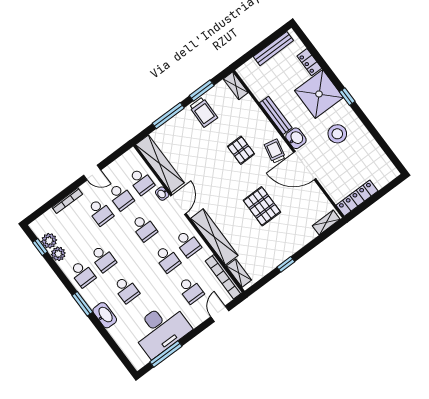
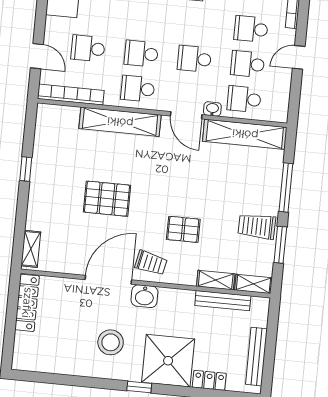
bench: (276, 115) -> (223, 301), moved
shelving: (239, 273) -> (216, 280), moved

